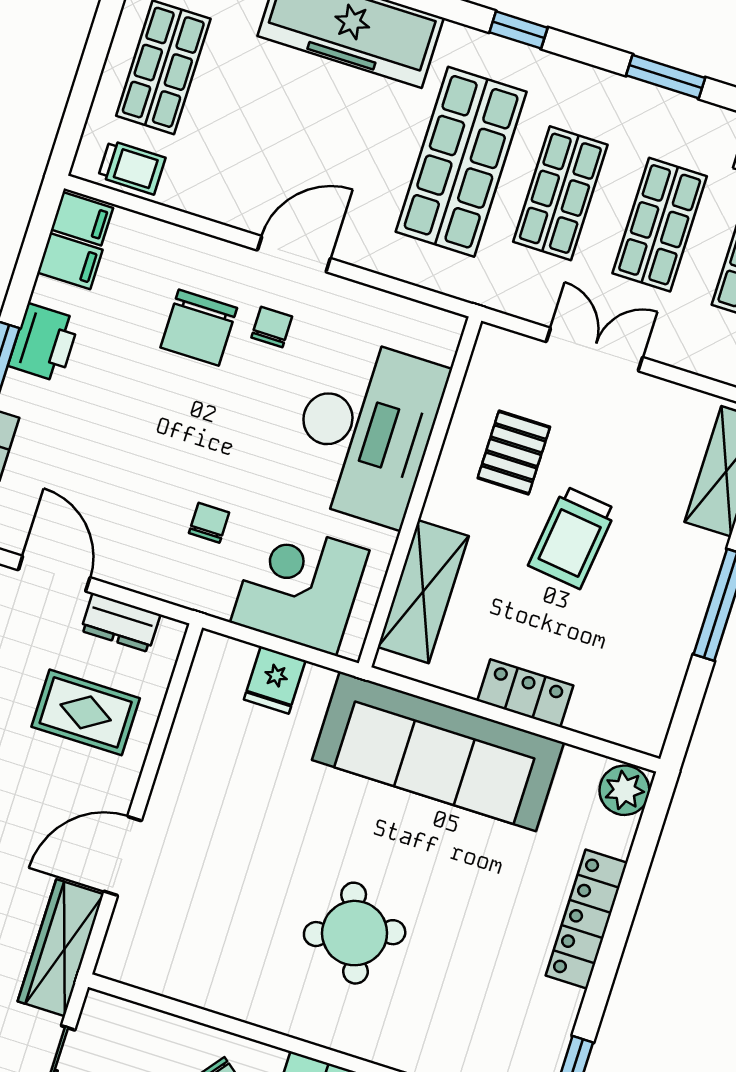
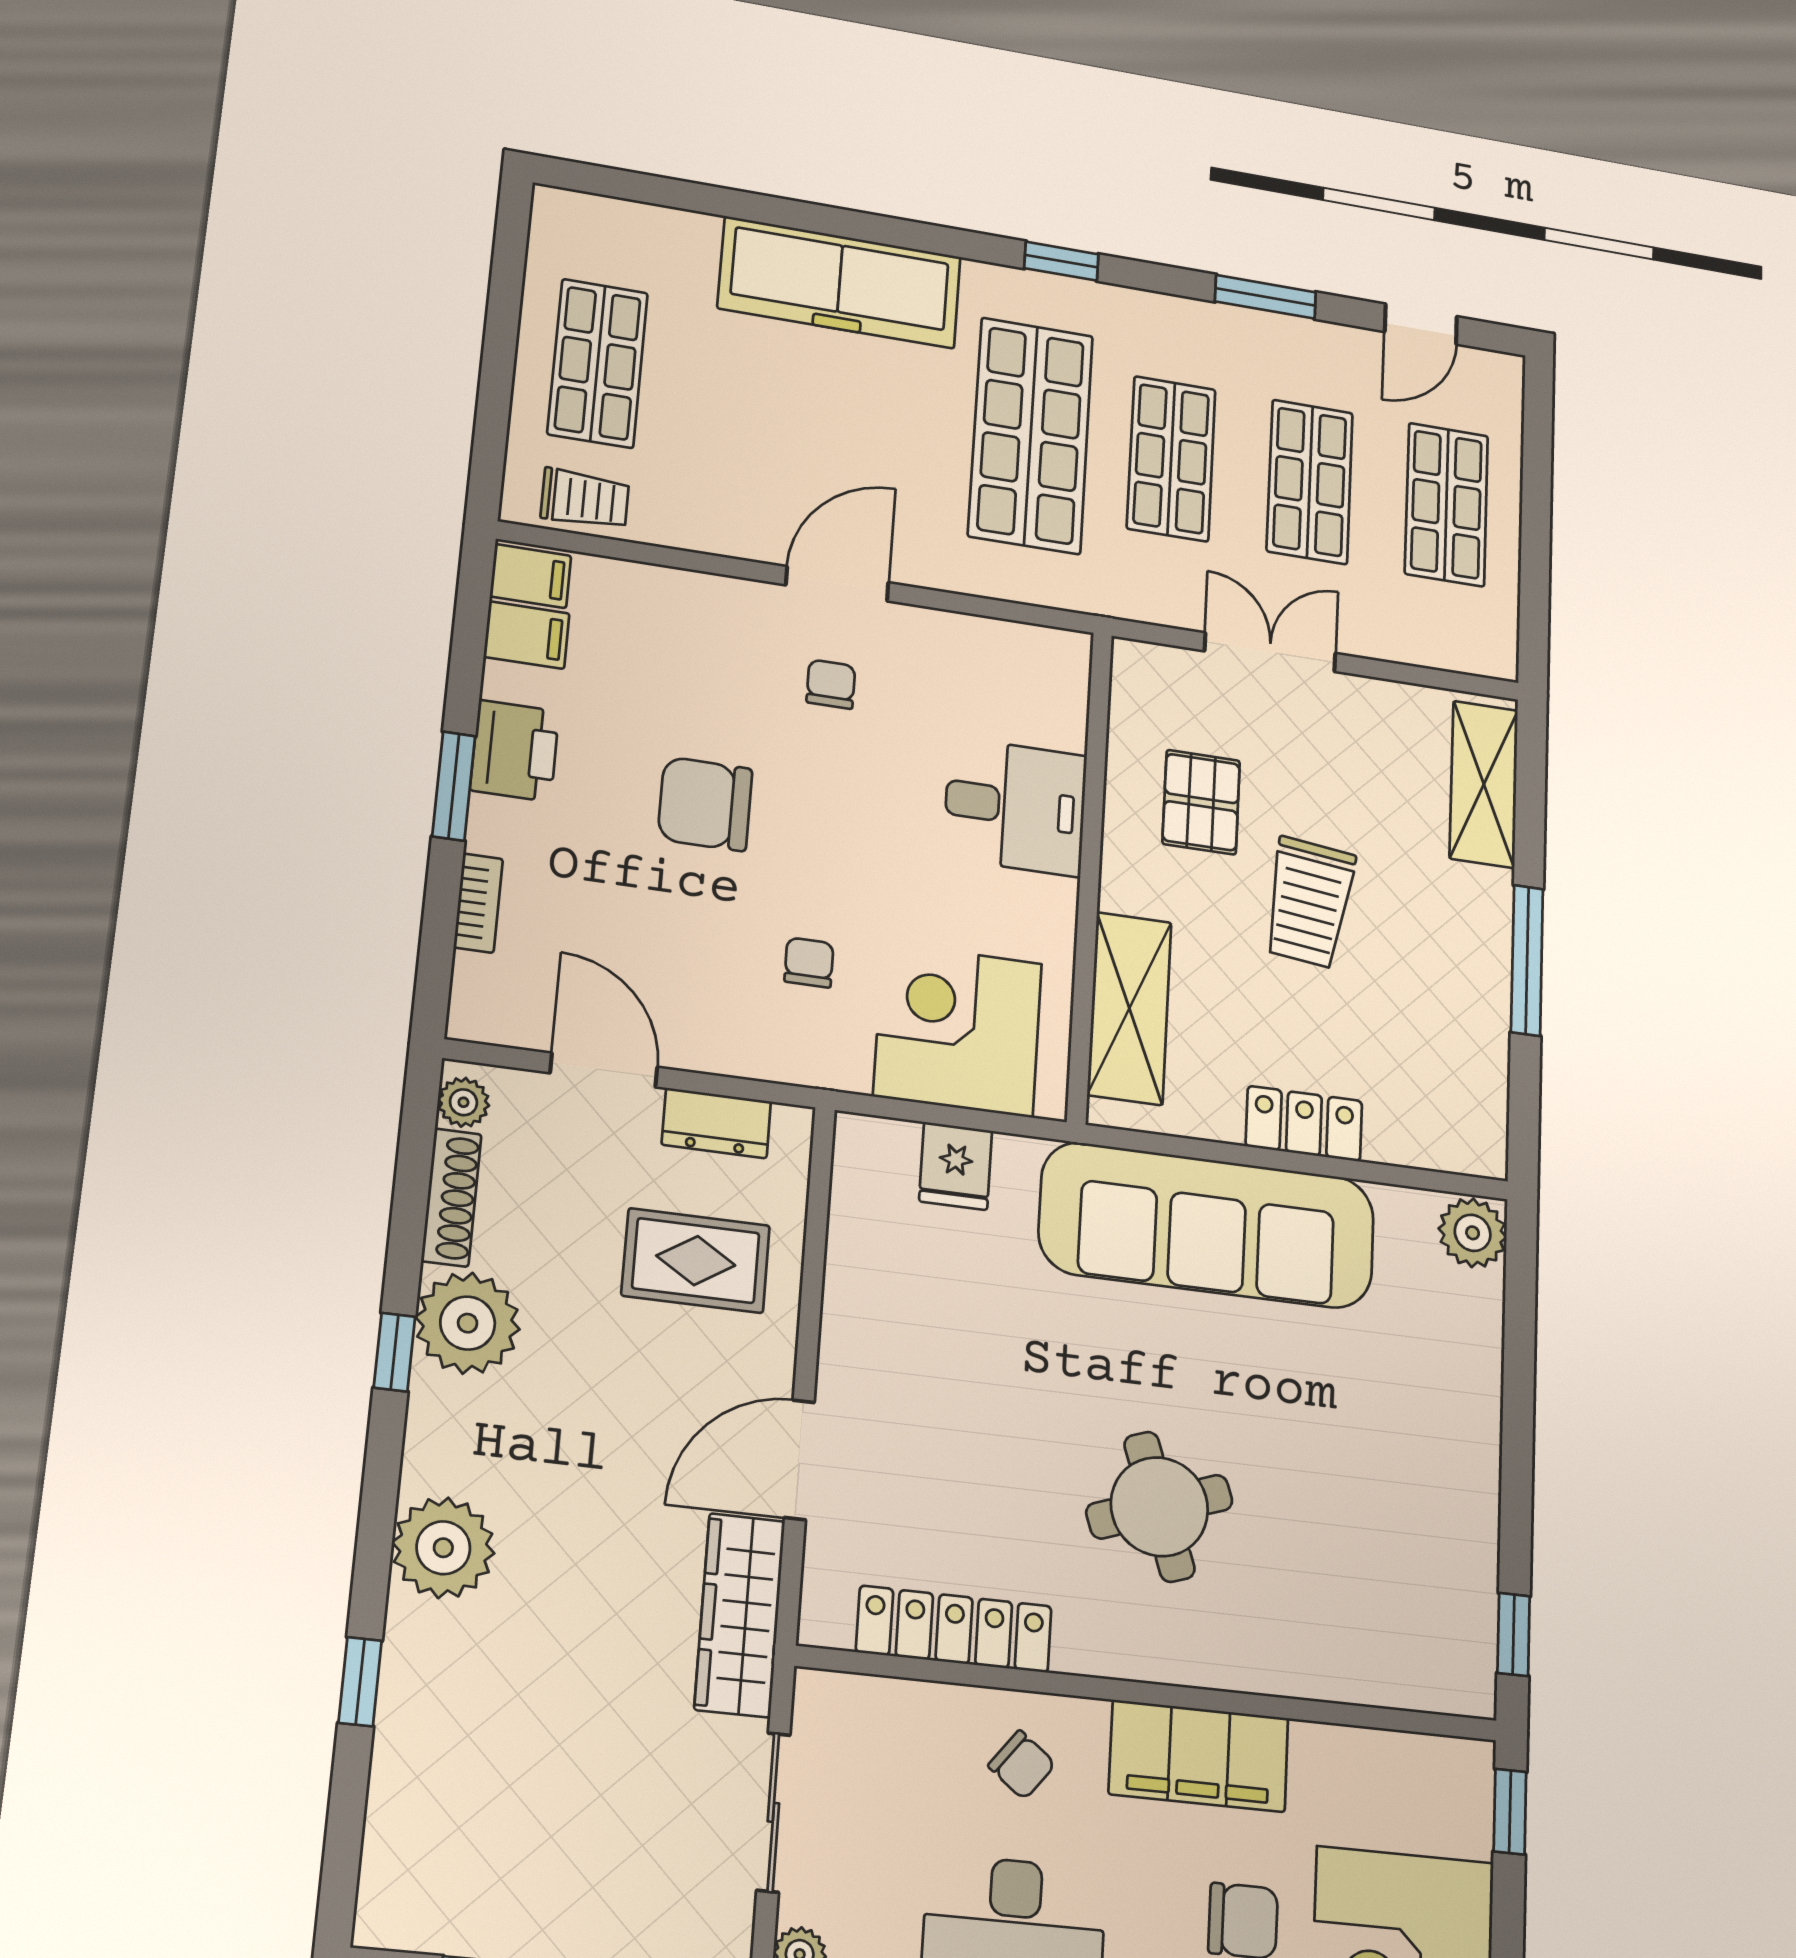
chair: (199, 328) -> (705, 804), moved, turned 90
desk: (366, 431) -> (1015, 807), width x0.53, depth x0.77
locker: (587, 919) -> (954, 1629), moved, turned 90

